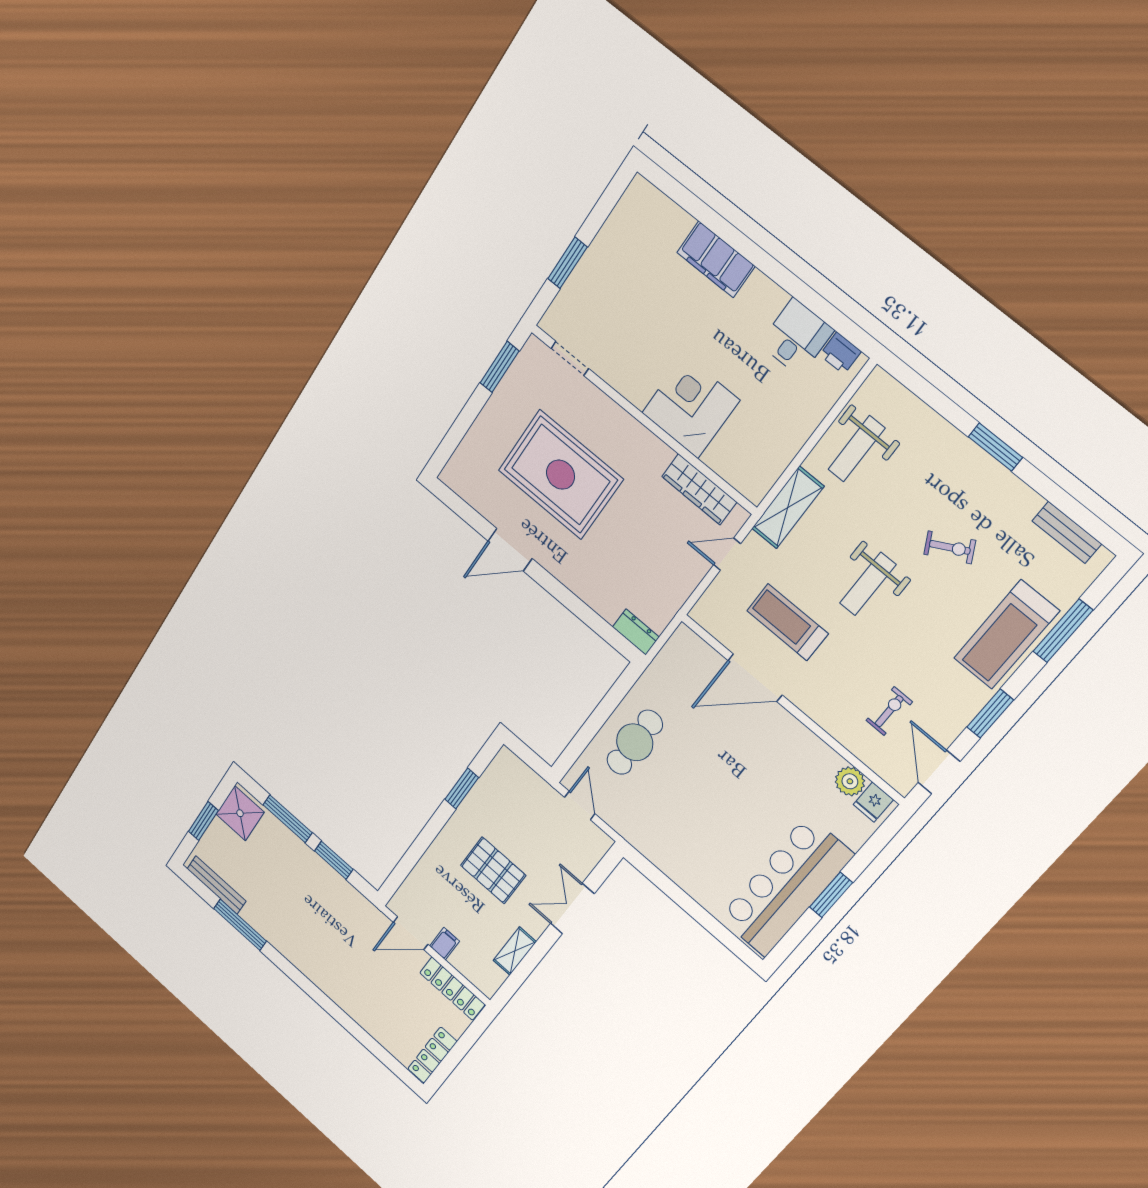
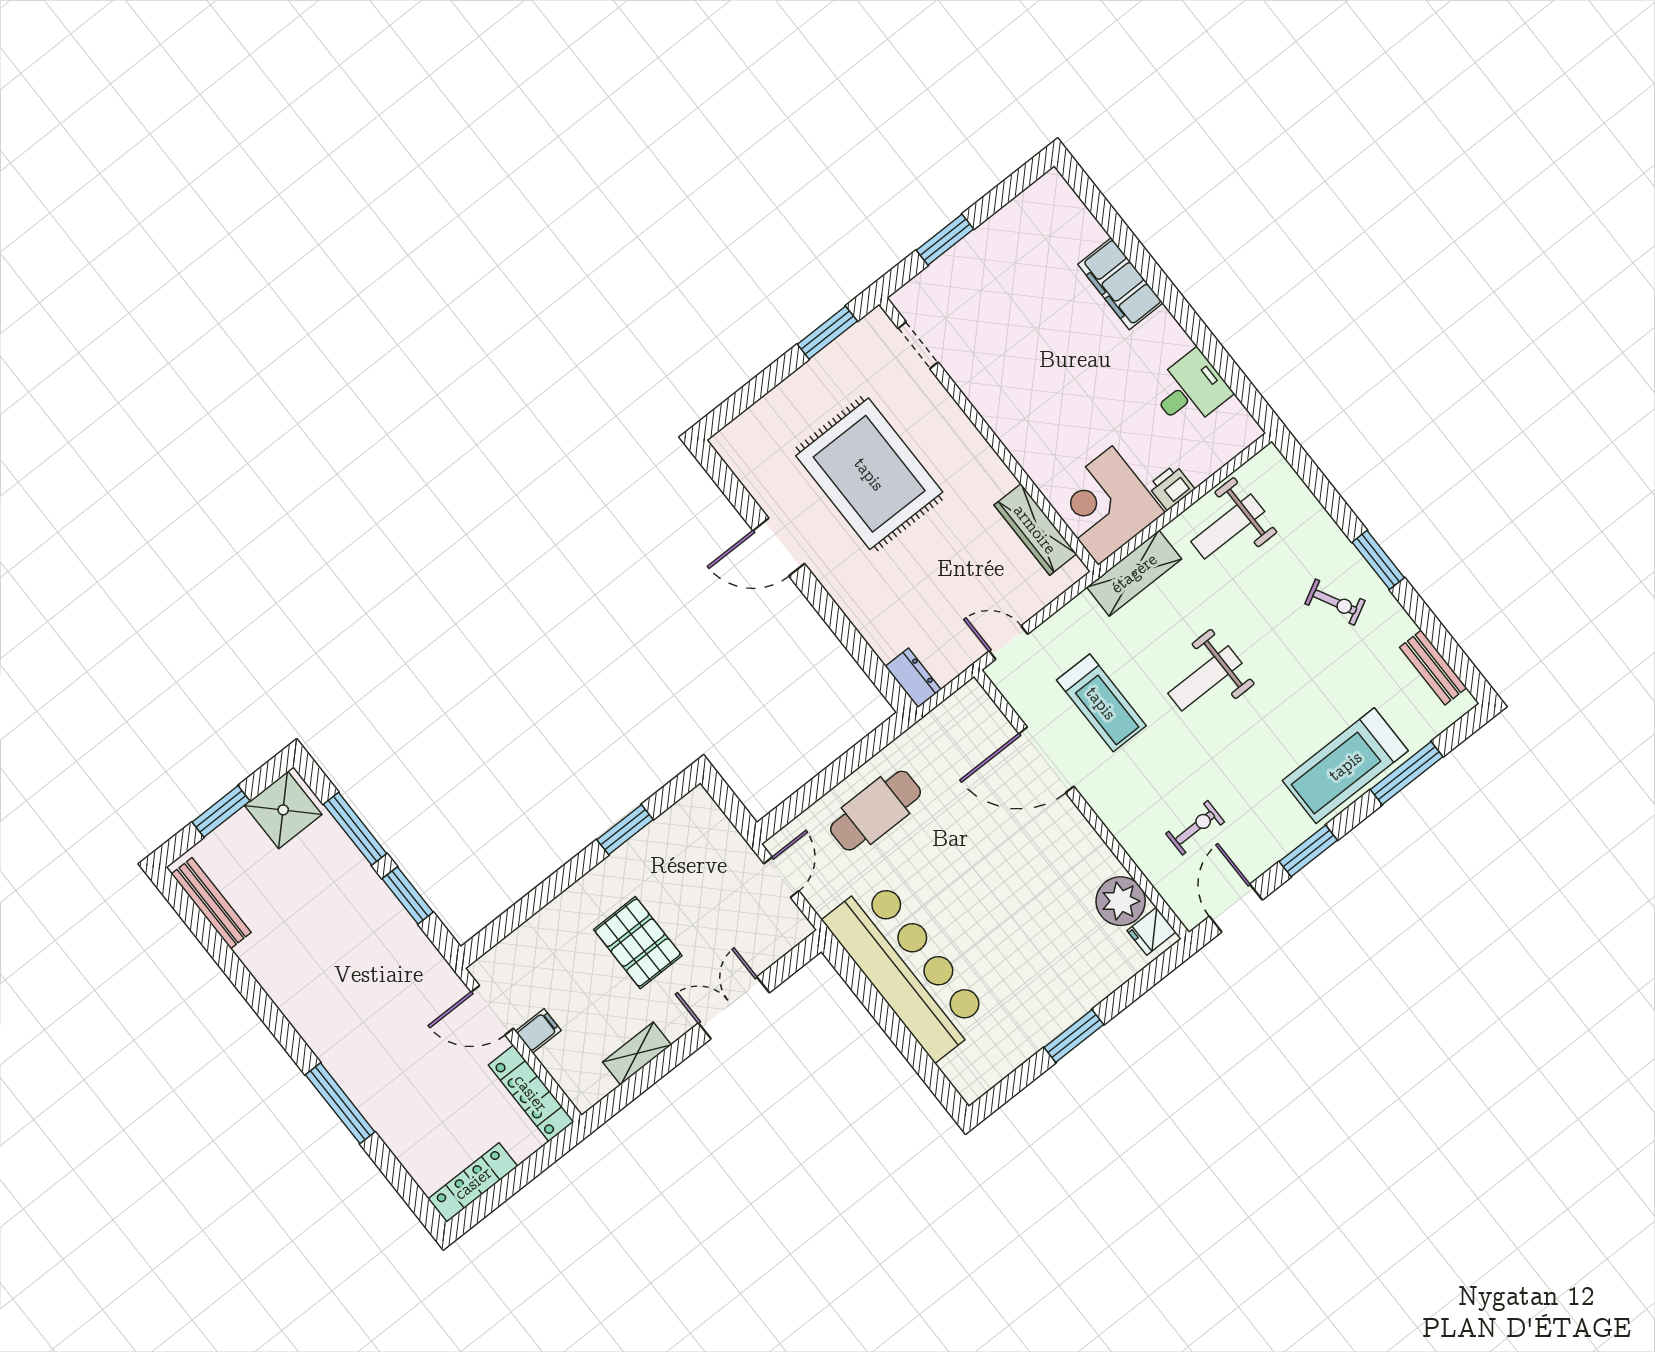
printer: (840, 353) -> (1171, 487), moved, turned 90
corner desk: (691, 407) -> (1105, 506), moved, turned -90
exercise bike: (950, 547) -> (1335, 602), moved
door: (727, 554) -> (1008, 643), moved
treadmill: (787, 622) -> (1101, 703), turned 180
plant: (850, 781) -> (1121, 901), width x1.36, depth x1.36
bar counter: (786, 887) -> (907, 969), moved, turned 90
window: (240, 925) -> (340, 1103), moved

